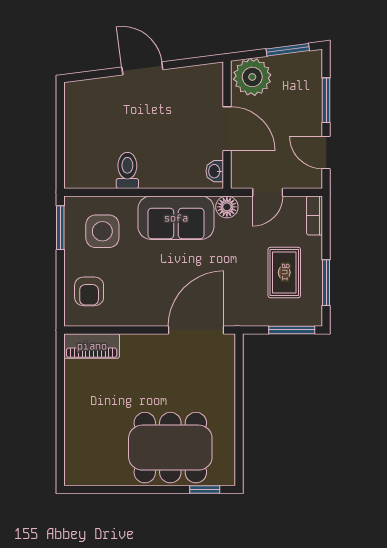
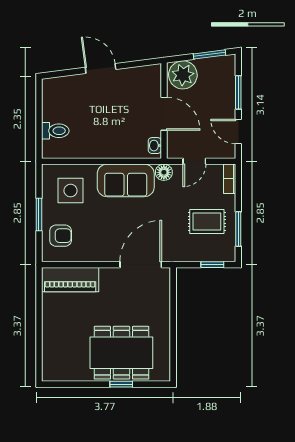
toilet: (127, 170) -> (55, 131), moved, turned 90
window: (60, 228) -> (39, 214), moved
rug: (284, 272) -> (207, 221), turned 90
armchair: (89, 291) -> (61, 236), turned -90
window: (292, 330) -> (212, 265), width x0.67
piano: (92, 346) -> (70, 280), width x1.37, depth x1.33
window: (205, 489) -> (121, 384), moved

